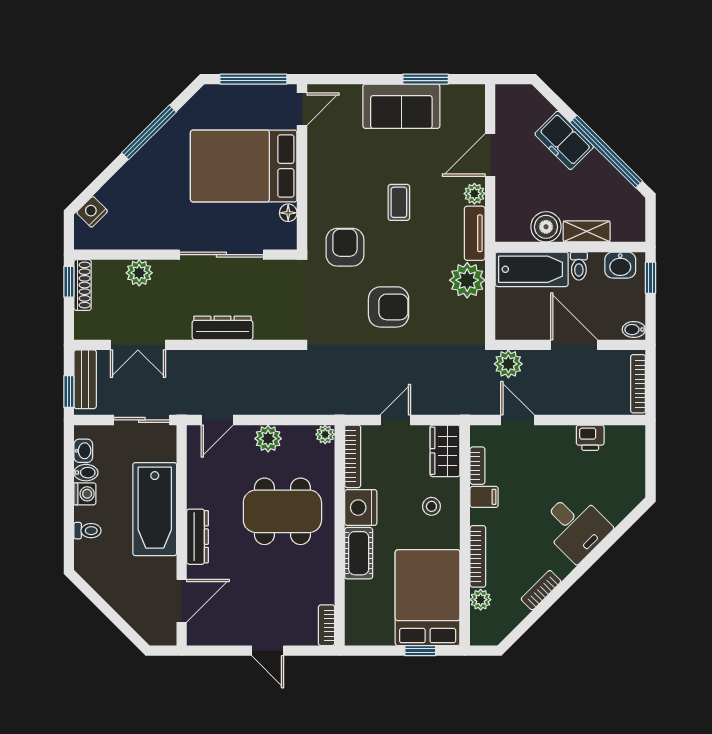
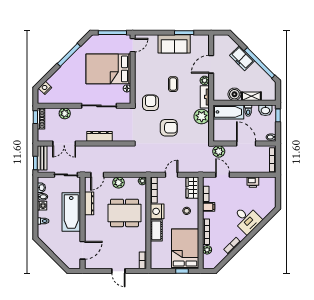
dresser: (197, 537) -> (89, 203), moved

